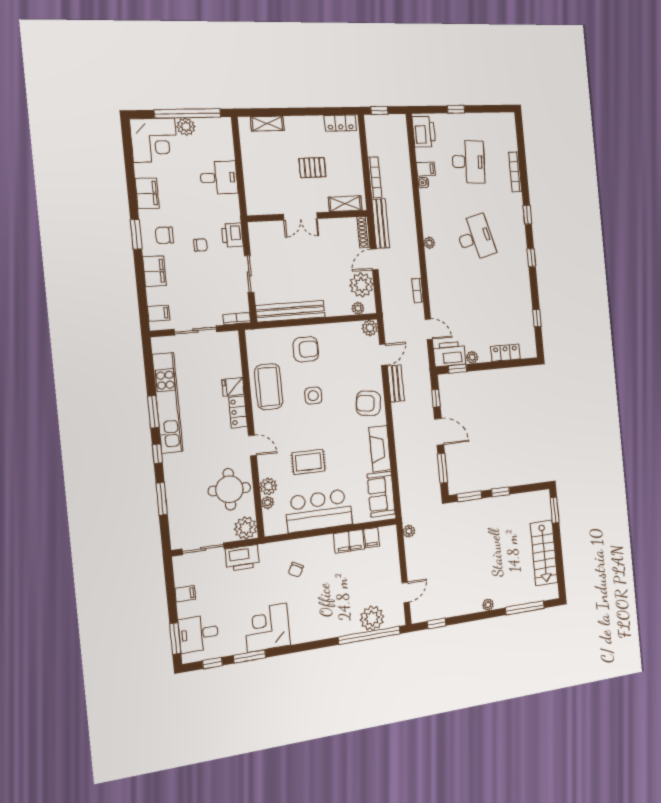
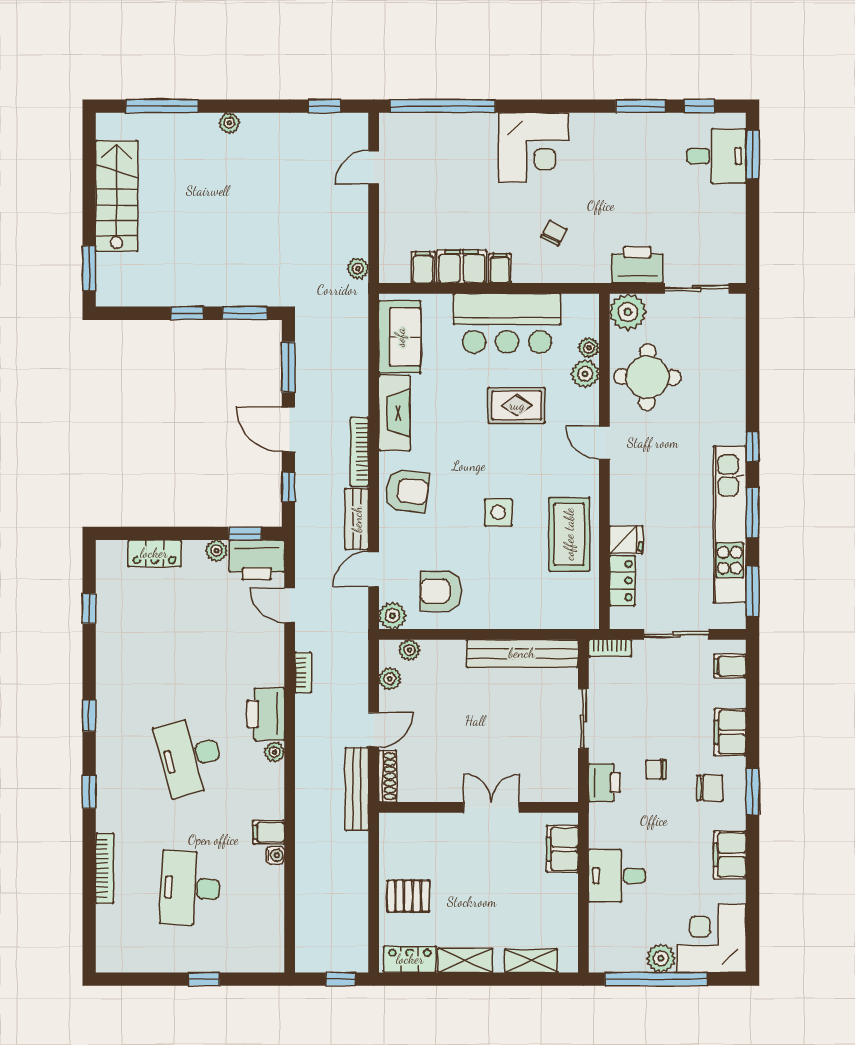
printer: (424, 132) -> (266, 714), moved
pallet: (312, 168) -> (408, 896), moved
filing cabinet: (426, 169) -> (269, 832), moved
bookcase: (375, 177) -> (360, 452), moved
filing cabinet: (255, 193) -> (562, 849), added
shelving: (345, 204) -> (465, 960), moved
plant: (362, 285) -> (390, 679), width x0.53, depth x0.53
armchair: (306, 349) -> (441, 591), moved
locker: (238, 412) -> (622, 581), moved
window: (162, 499) -> (752, 591), moved
filing cabinet: (185, 594) -> (500, 268), moved, turned 90
plant: (372, 618) -> (435, 133), removed
corner desk: (267, 628) -> (533, 147), moved

